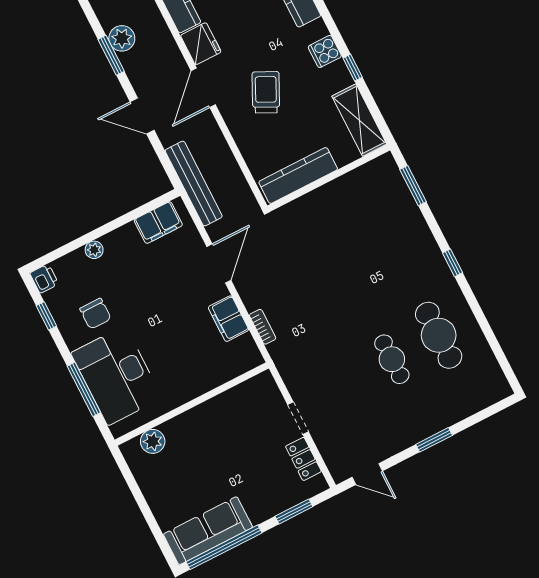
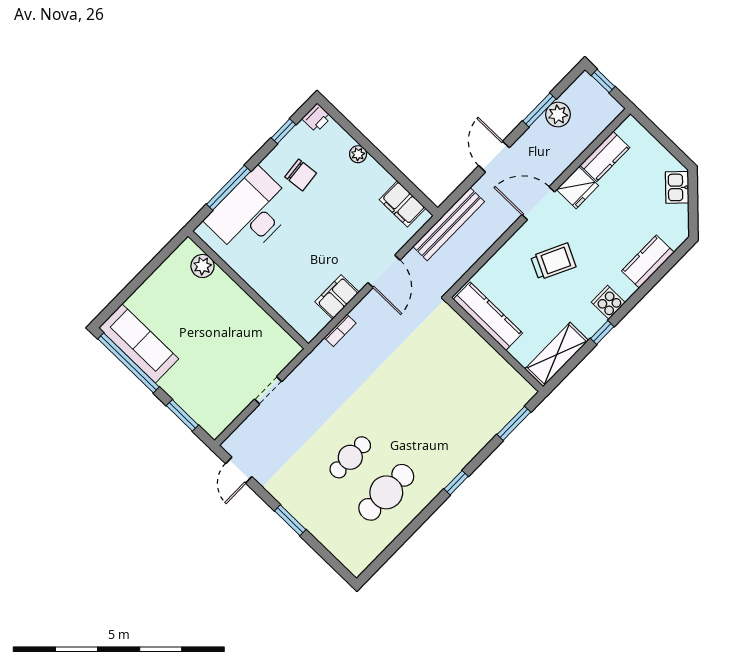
door: (219, 263) -> (384, 271), hinge flipped
chair: (95, 314) -> (301, 175), turned -96
locker: (303, 459) -> (233, 408), removed

